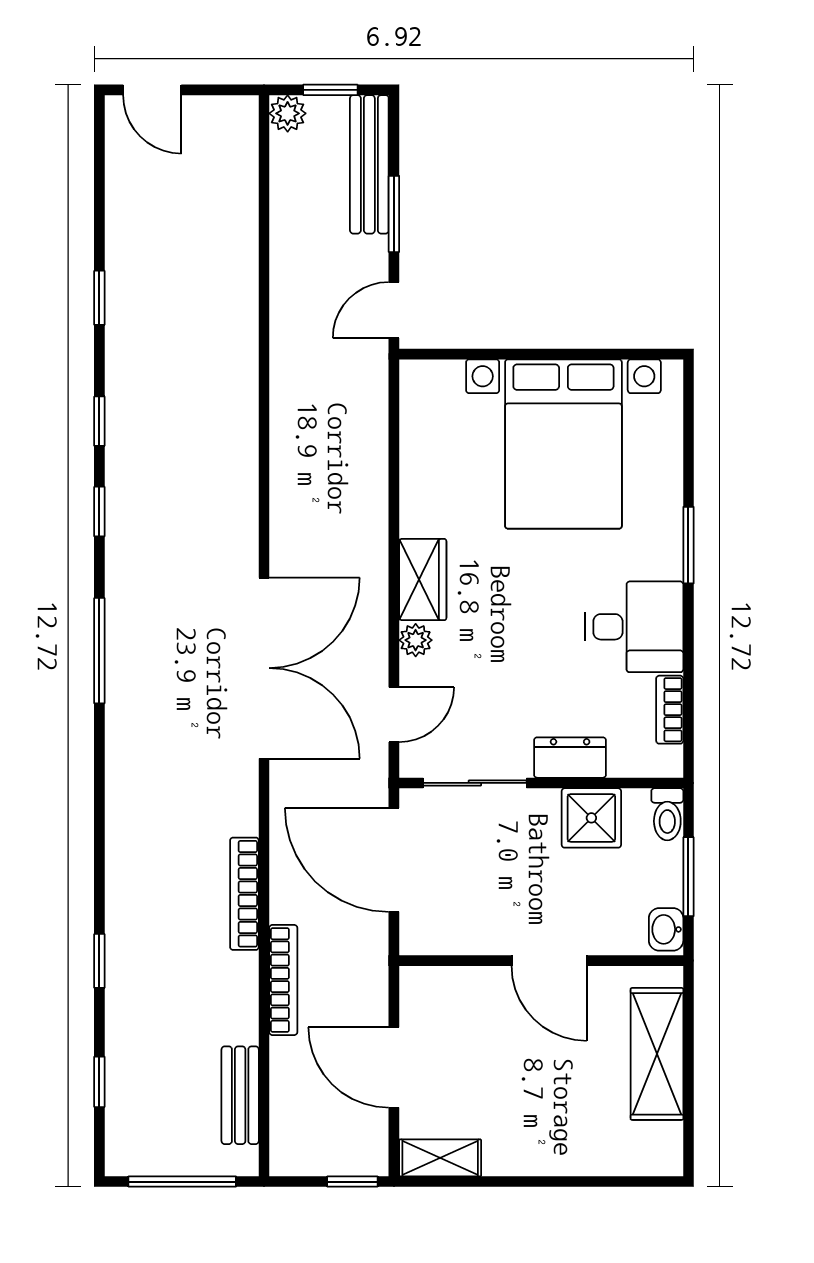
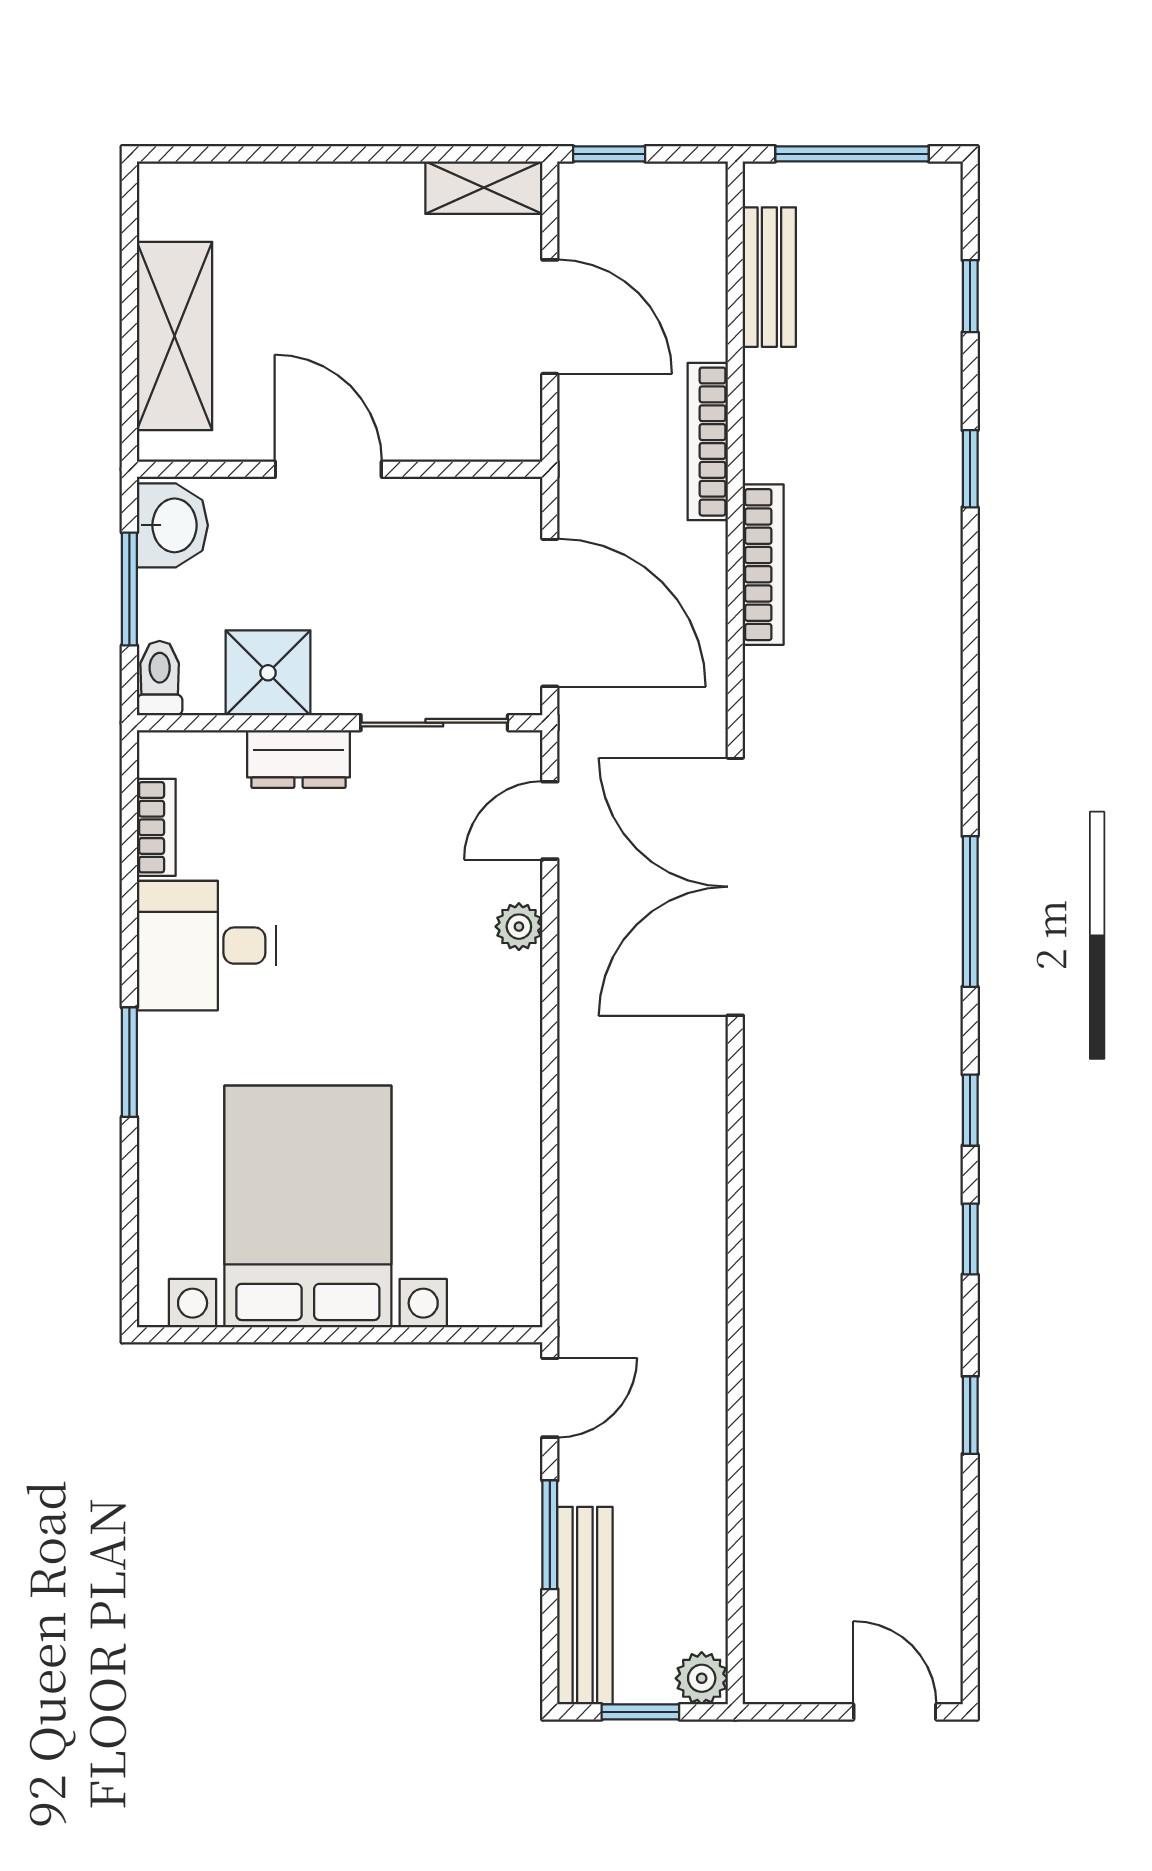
wardrobe: (423, 580) -> (509, 1013), removed
washbasin: (666, 929) -> (172, 525), width x1.38, depth x1.45

